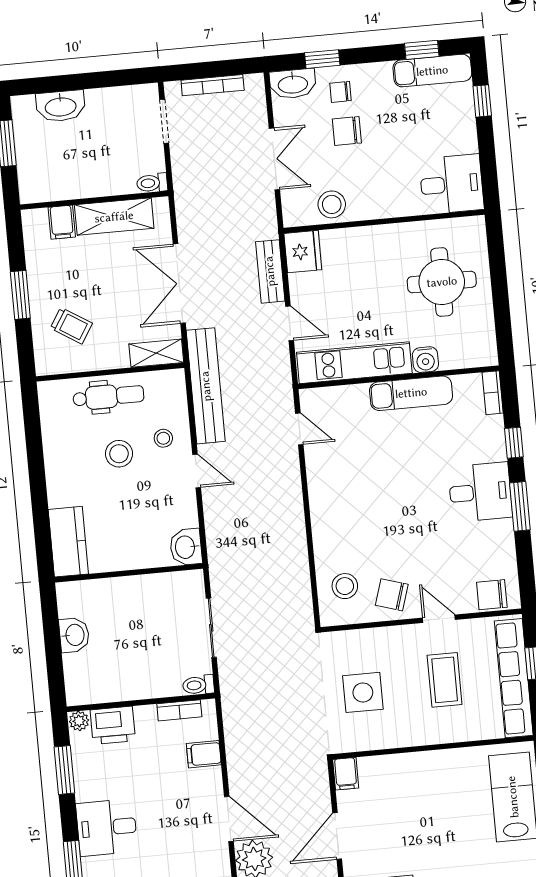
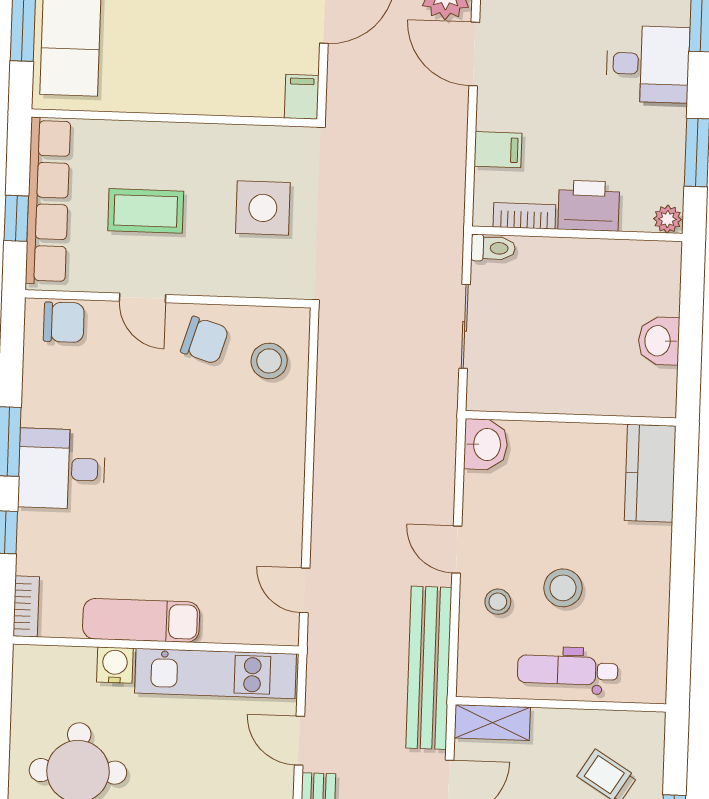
coffee table: (445, 680) -> (146, 211), turned 90
printer: (113, 725) -> (589, 206), moved

